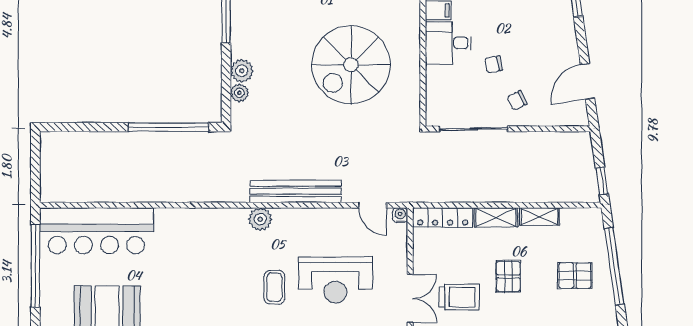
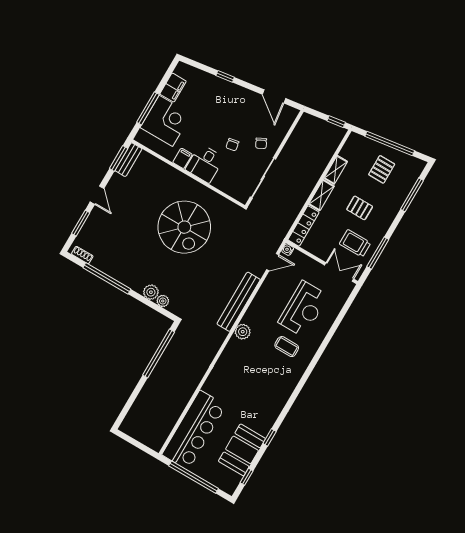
trolley: (459, 297) -> (355, 243), turned -90

